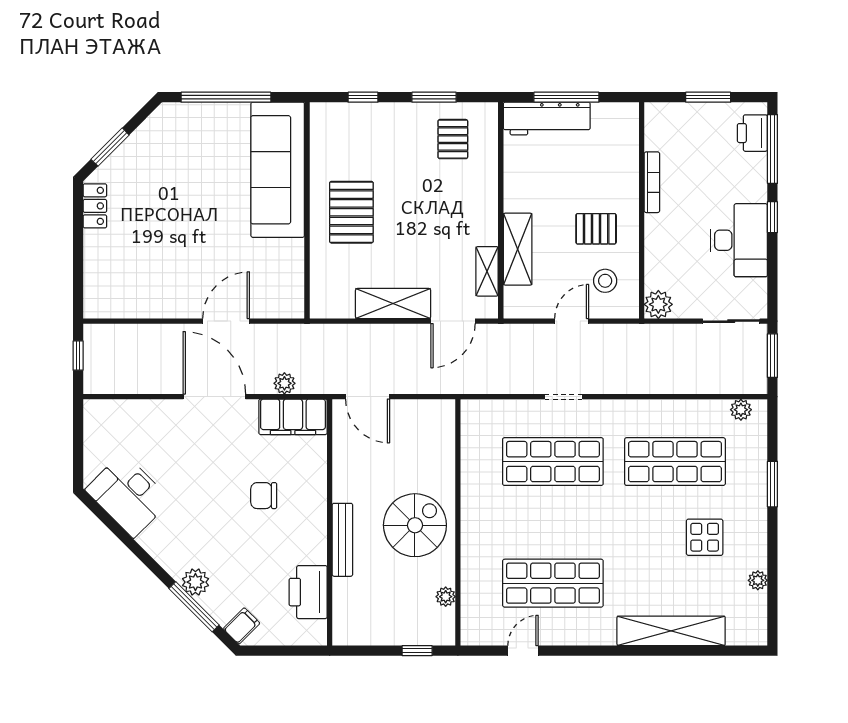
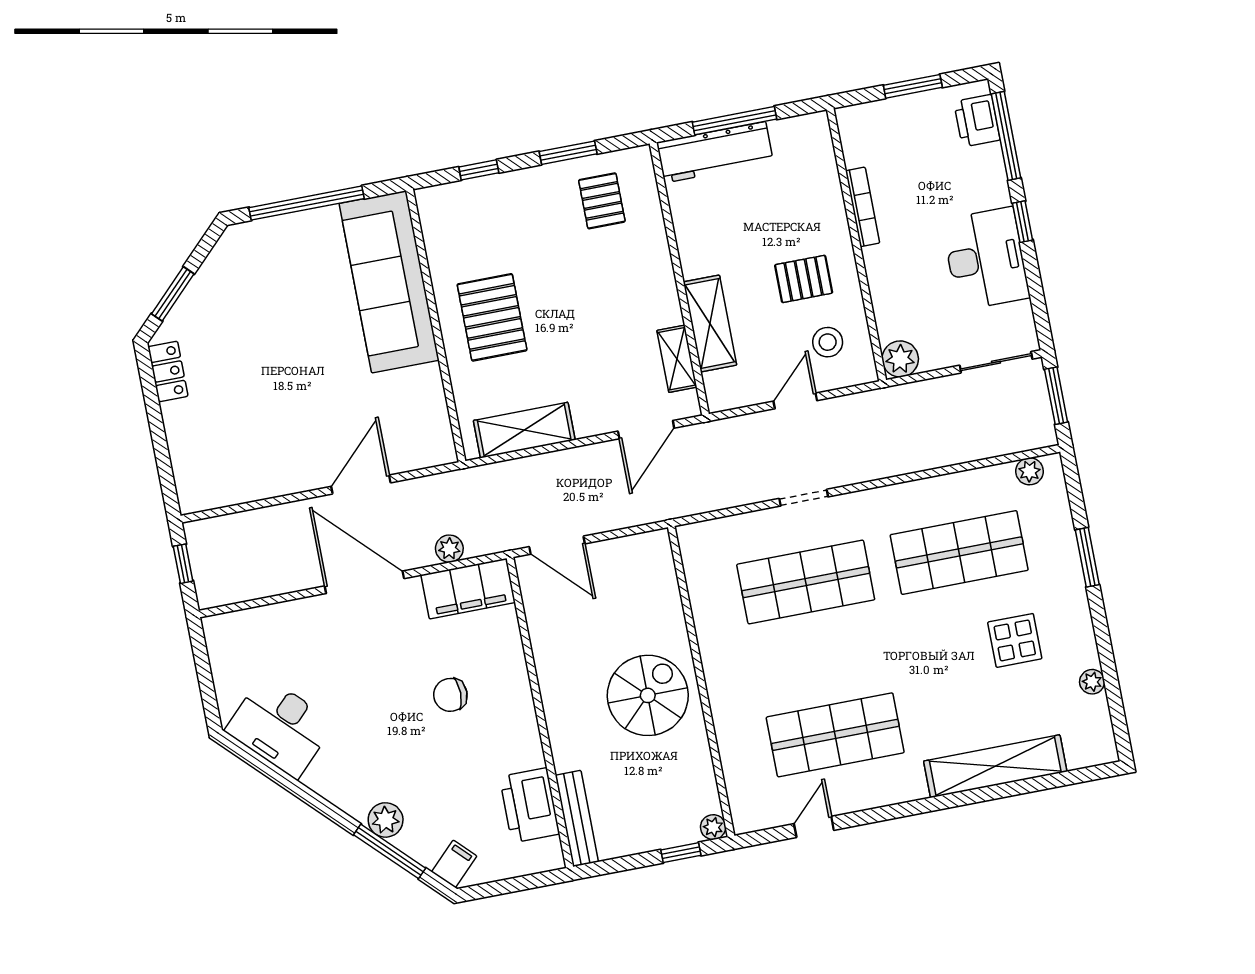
shelving: (393, 304) -> (524, 430), moved
bench: (342, 540) -> (577, 819), moved
plant: (446, 597) -> (713, 827), moved

